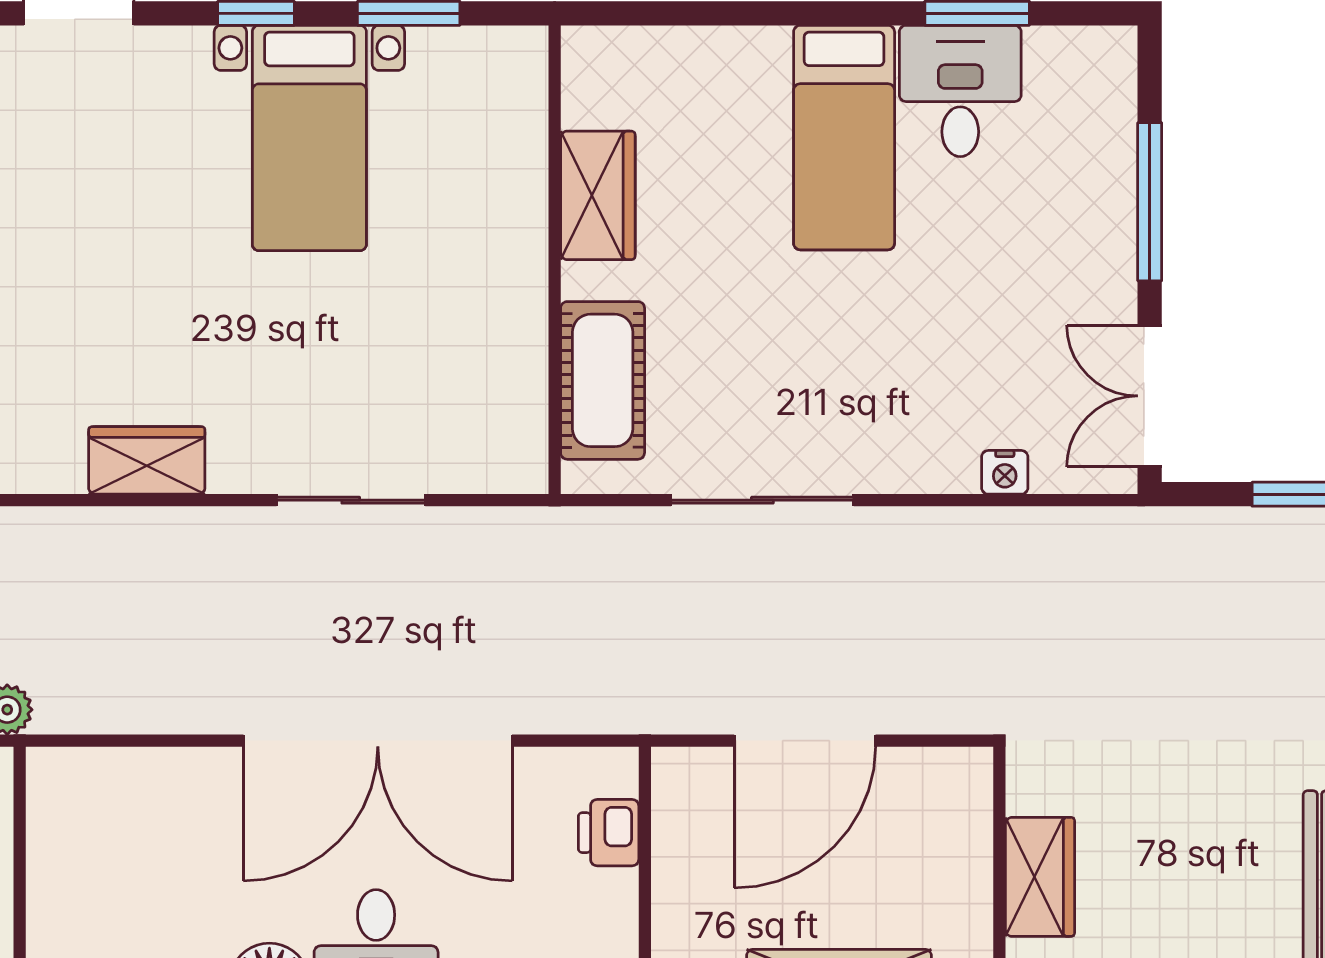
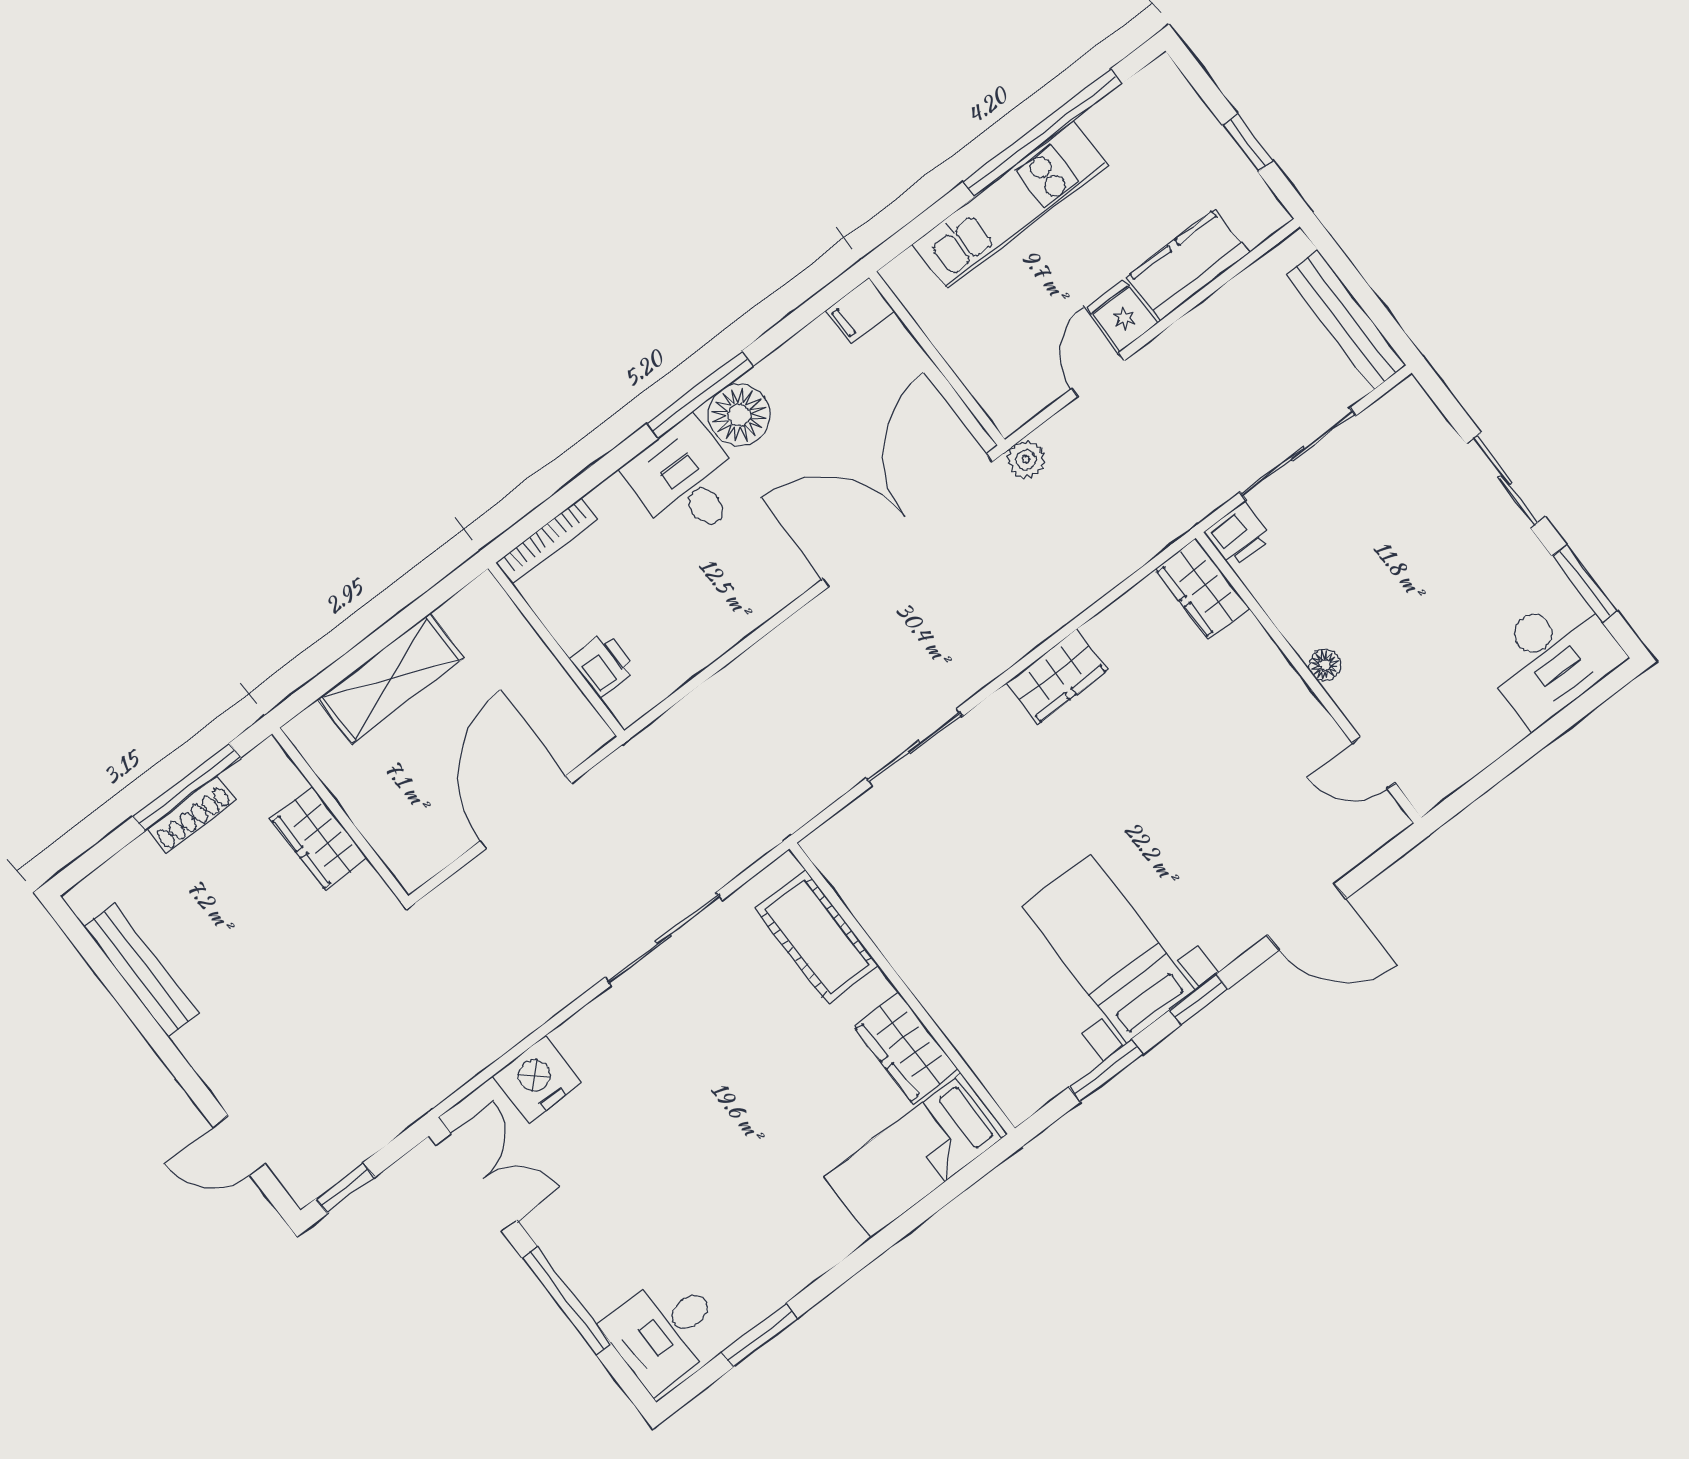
desk: (960, 91) -> (665, 1331), moved, turned 90
bed: (844, 138) -> (916, 1156), moved, turned -90
nightstand: (1005, 472) -> (537, 1079), width x1.89, depth x1.79
double door: (378, 741) -> (907, 520), moved

